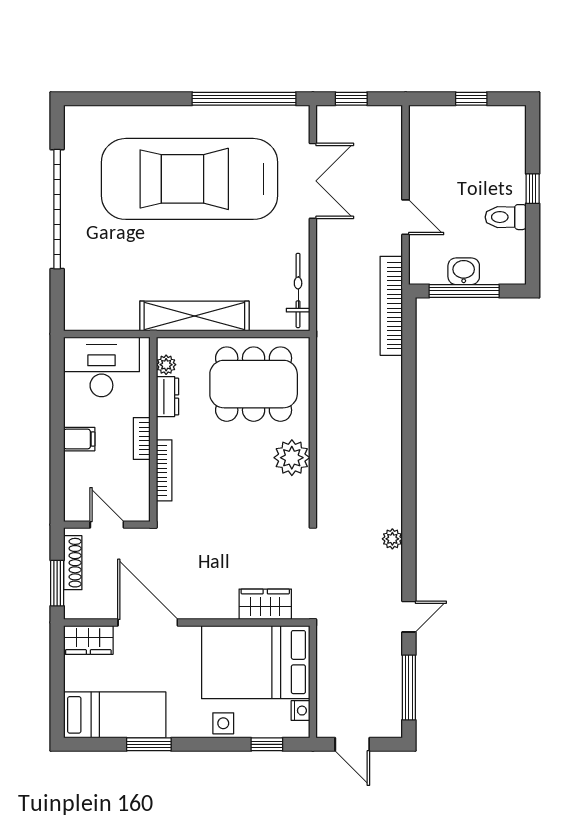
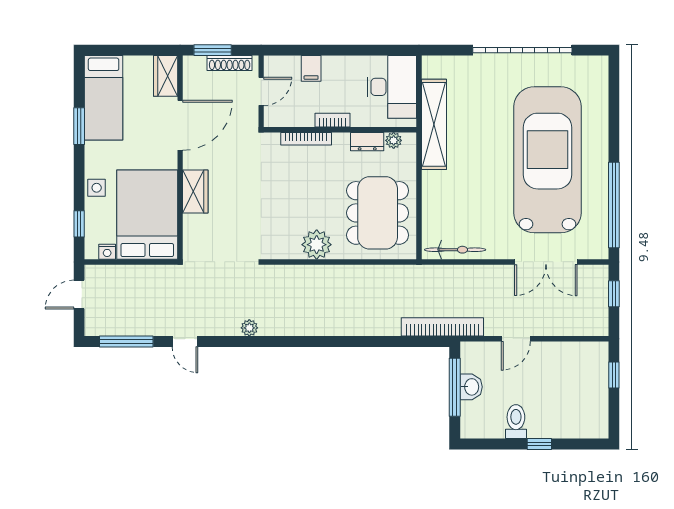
window: (471, 99) -> (614, 375), moved
shelving: (194, 316) -> (434, 124), moved
filing cabinet: (79, 439) -> (311, 68), moved
wardrobe: (265, 604) -> (195, 192), moved

